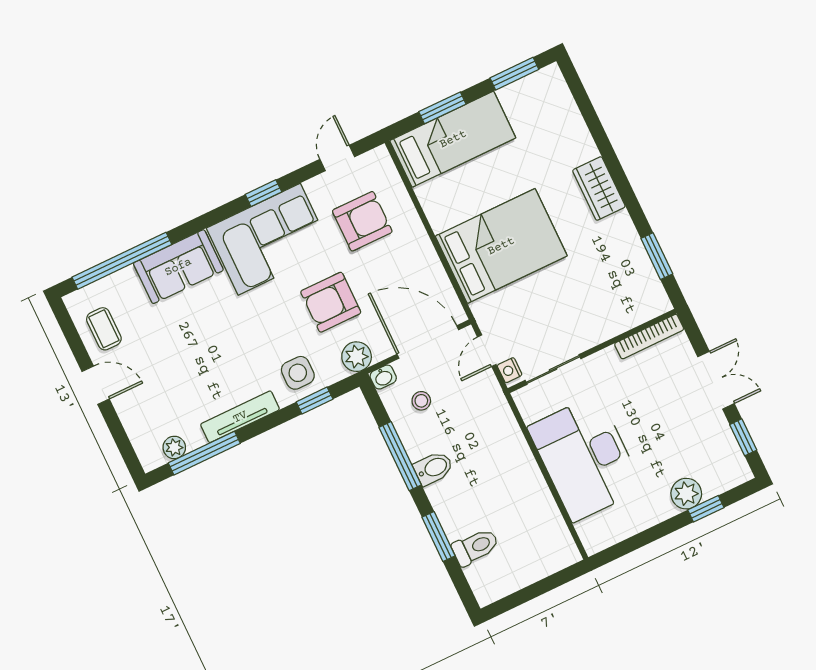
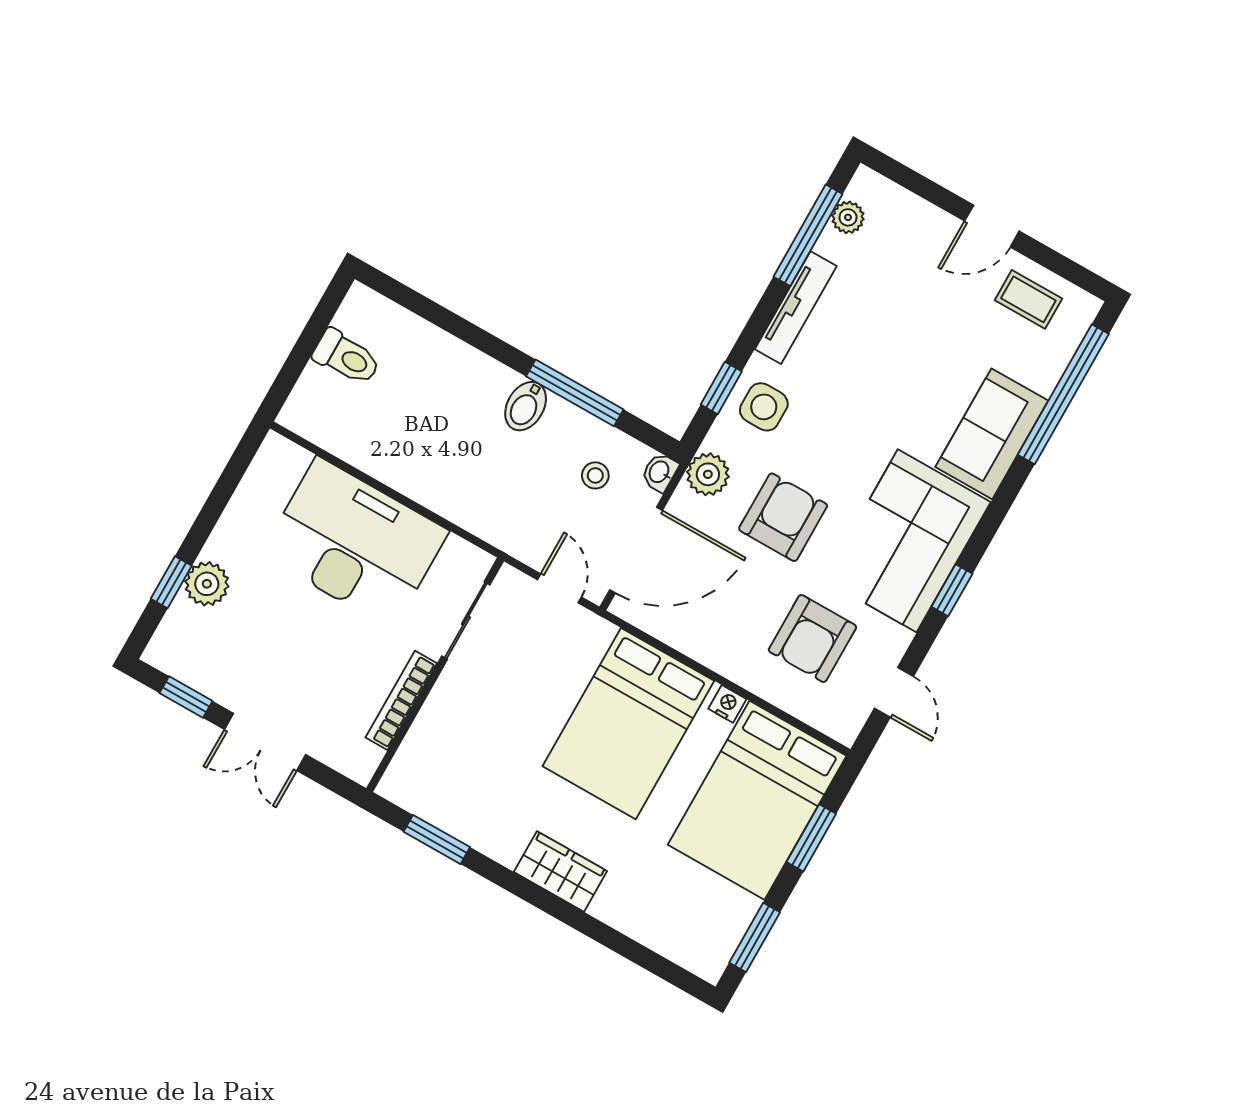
bed: (453, 139) -> (757, 800), width x1.50
bookcase: (649, 337) -> (401, 700), moved
nightstand: (510, 370) -> (727, 704), moved
window: (438, 537) -> (463, 330), removed
toilet: (475, 547) -> (347, 357), moved, turned -90

